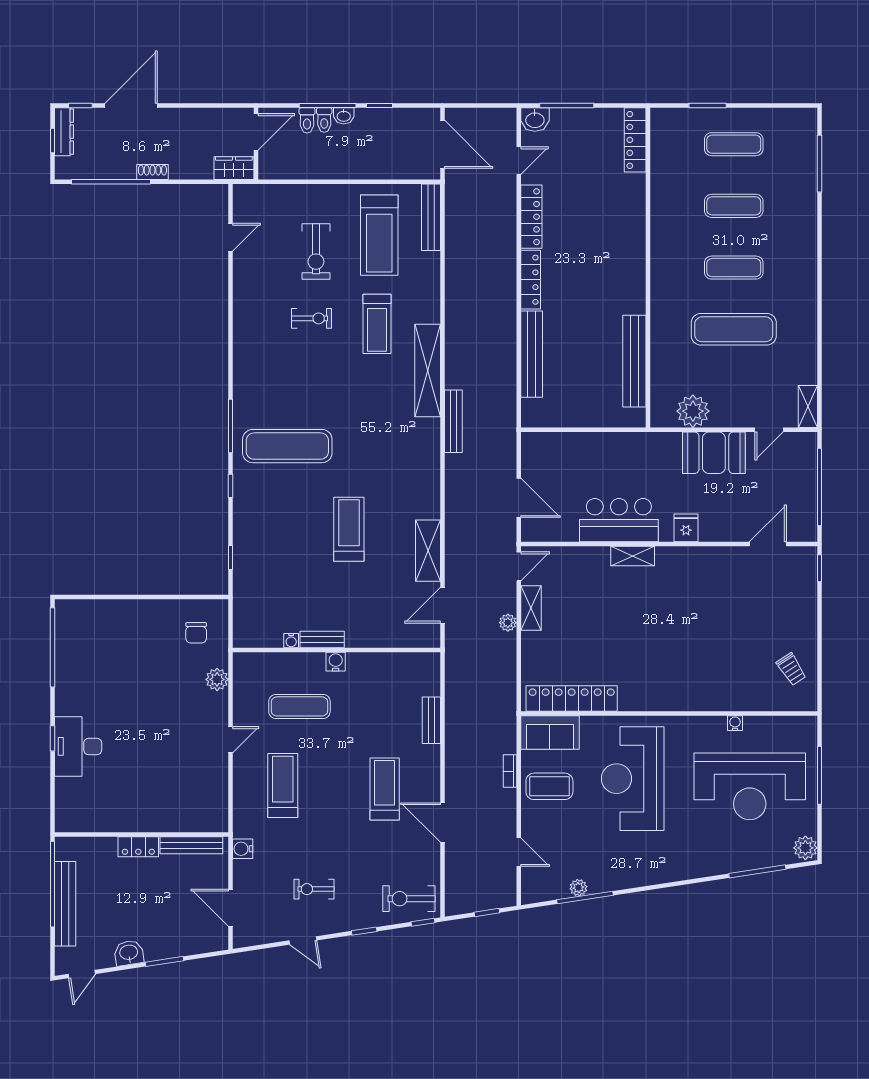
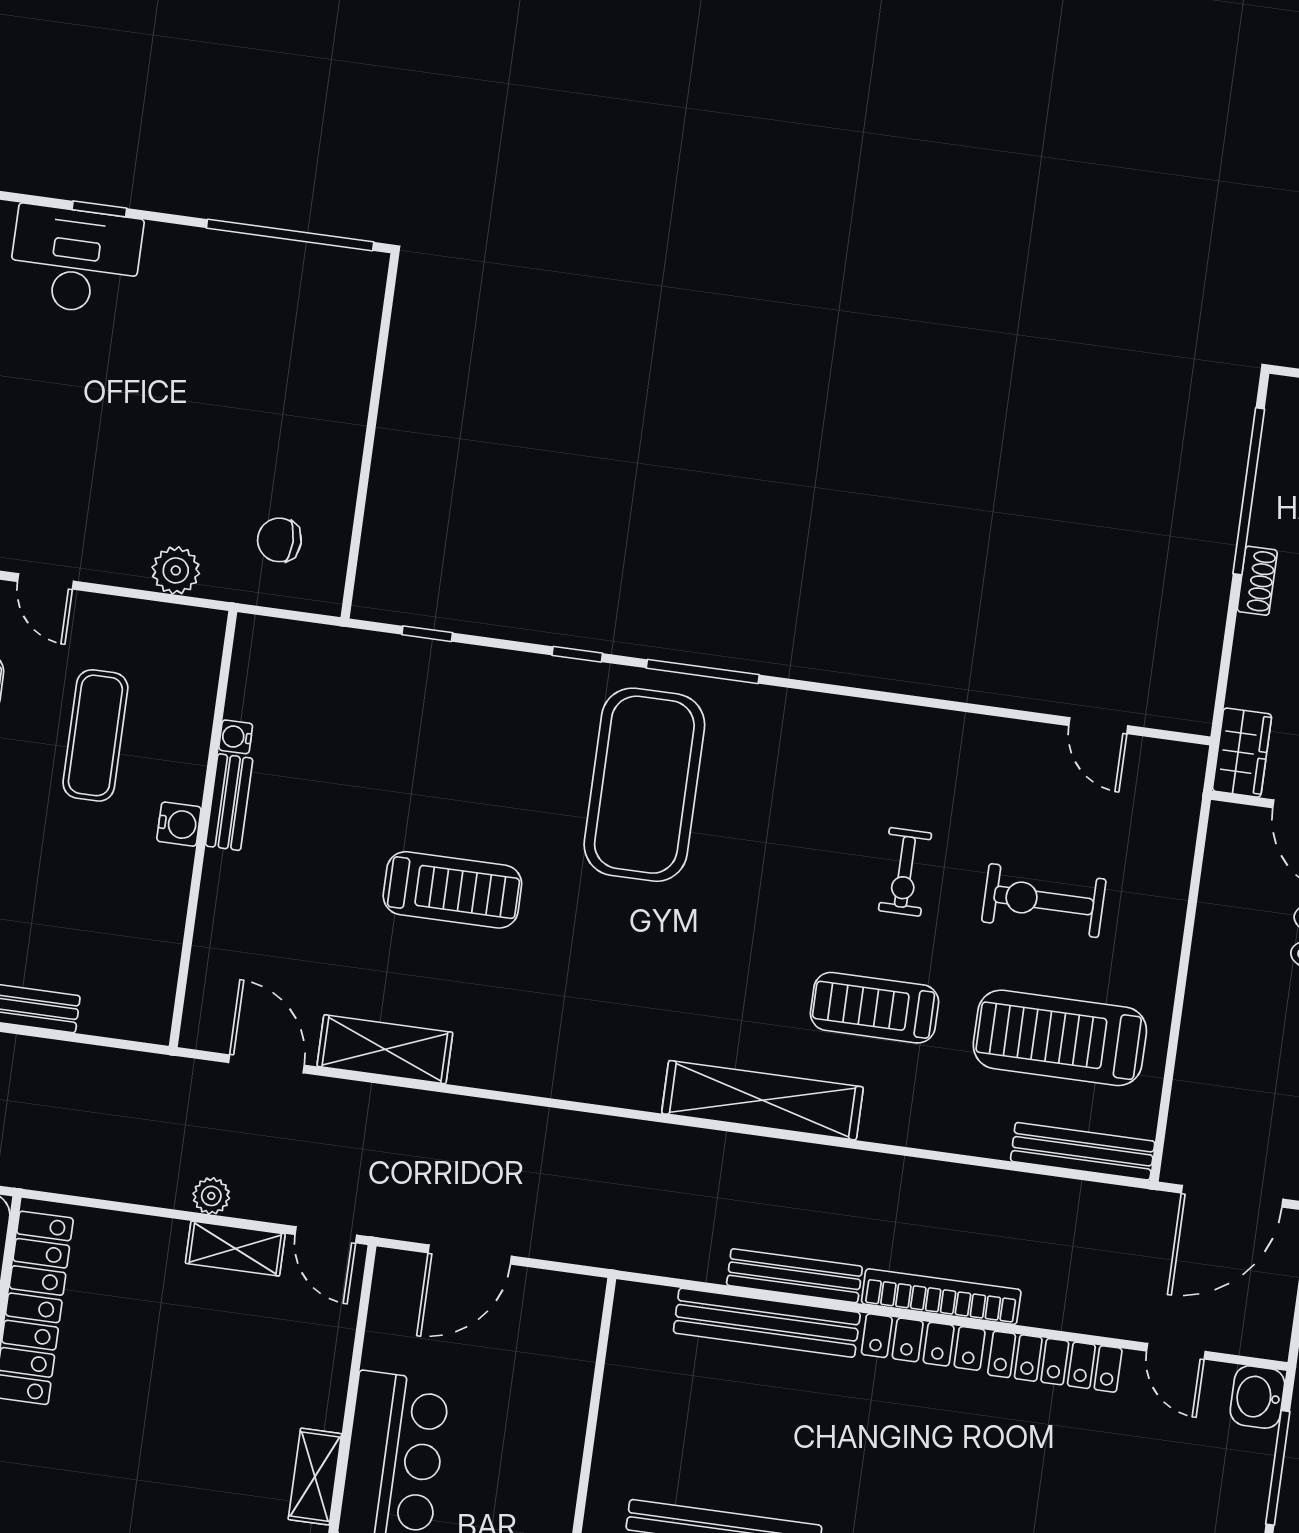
bookcase: (508, 274) -> (941, 1297), added
bench: (453, 421) -> (794, 1276), moved
exercise mat: (287, 446) -> (644, 785), width x1.47

